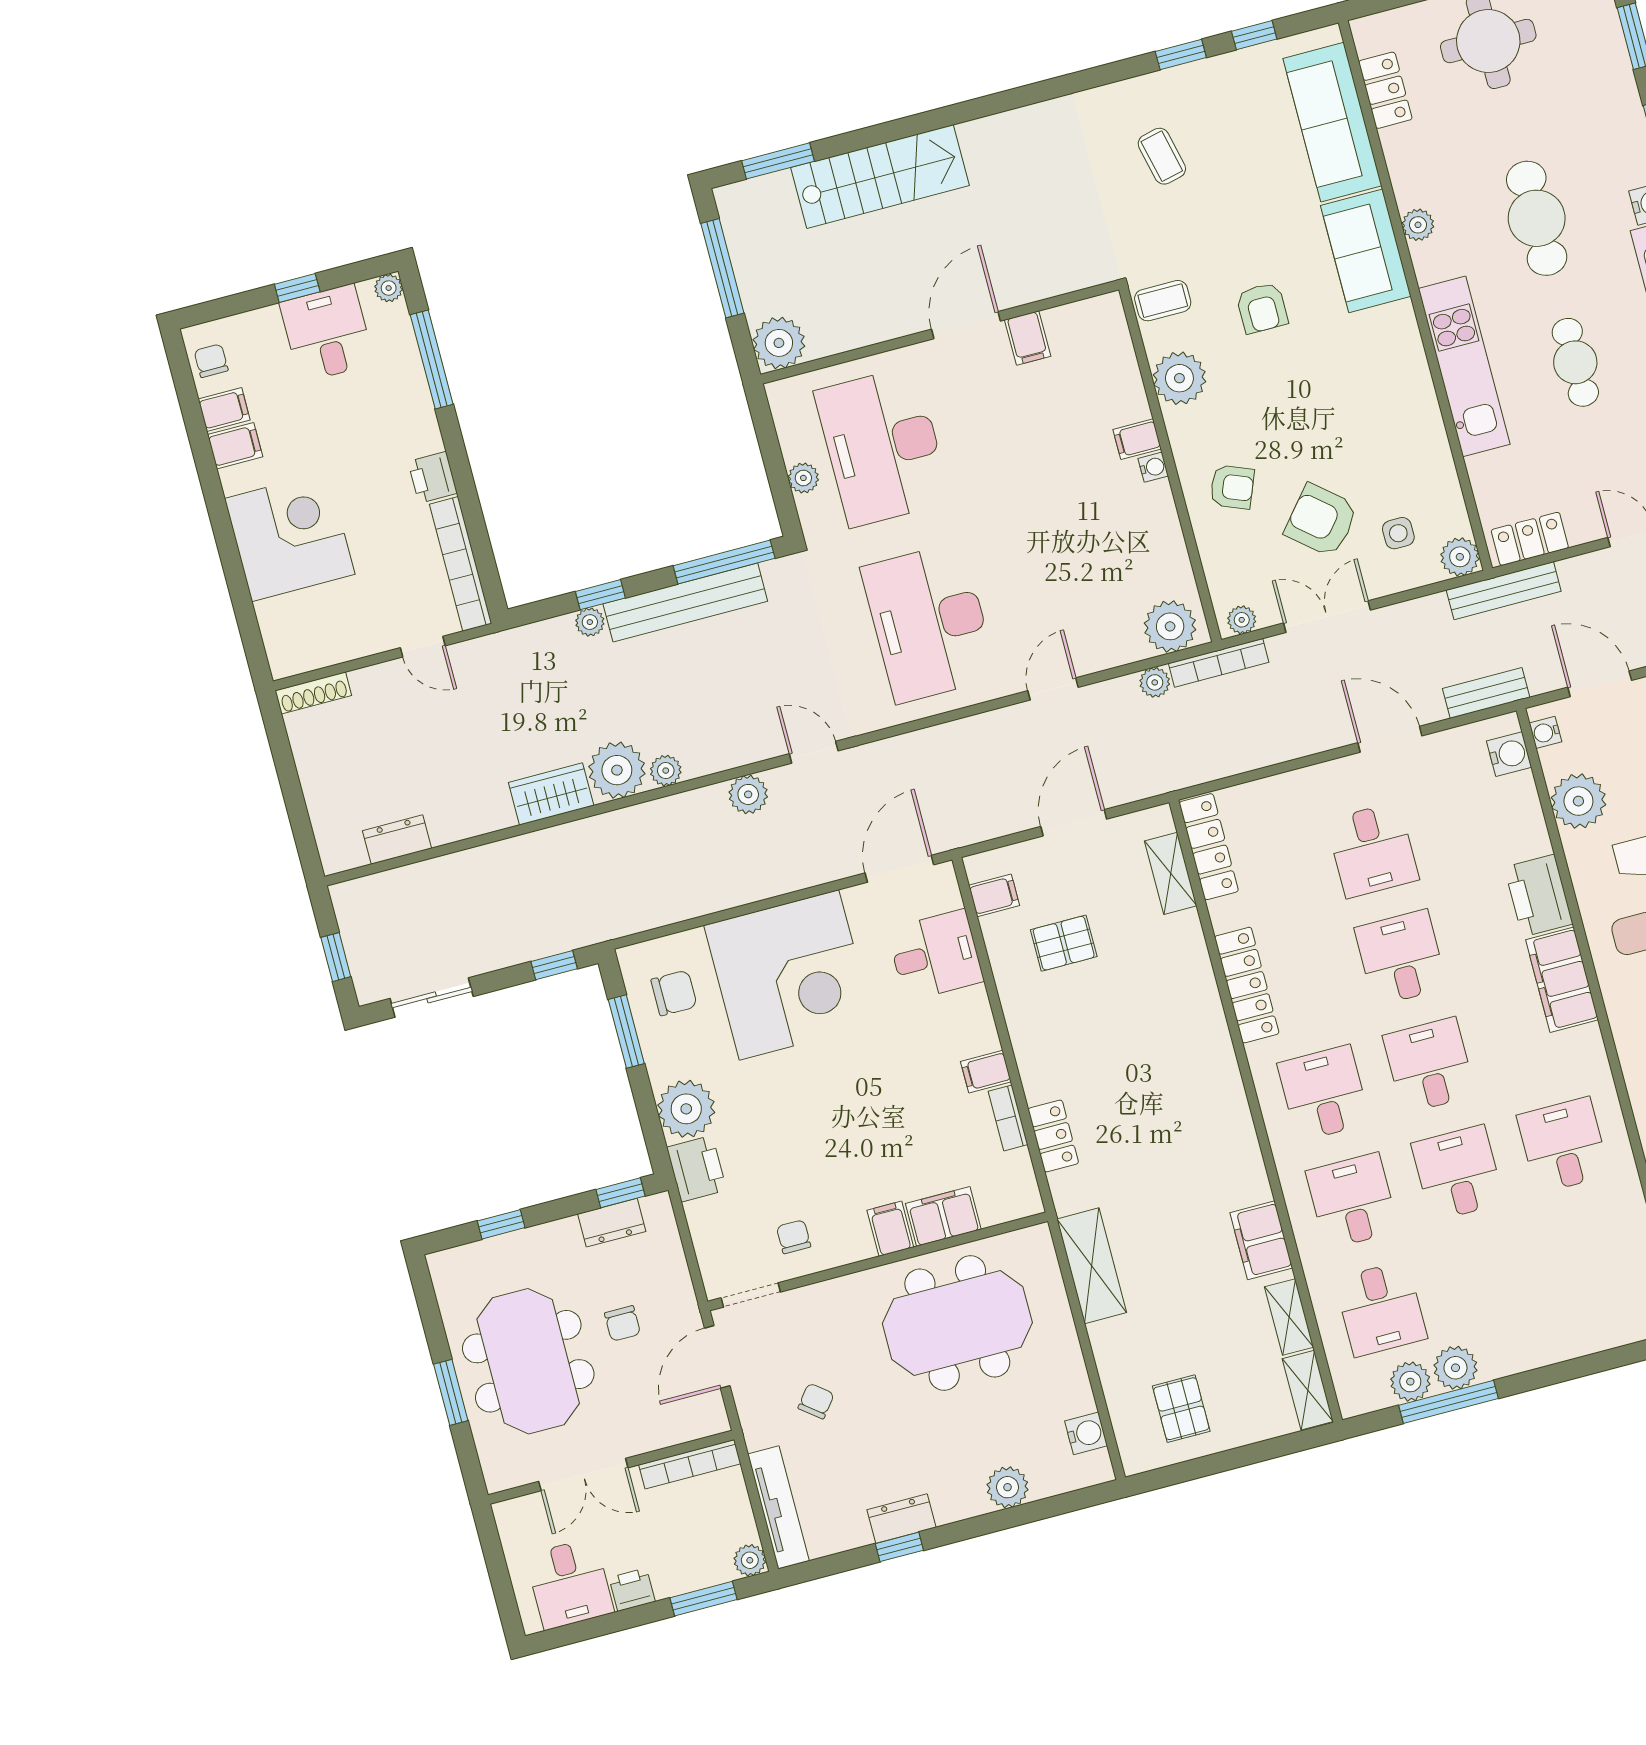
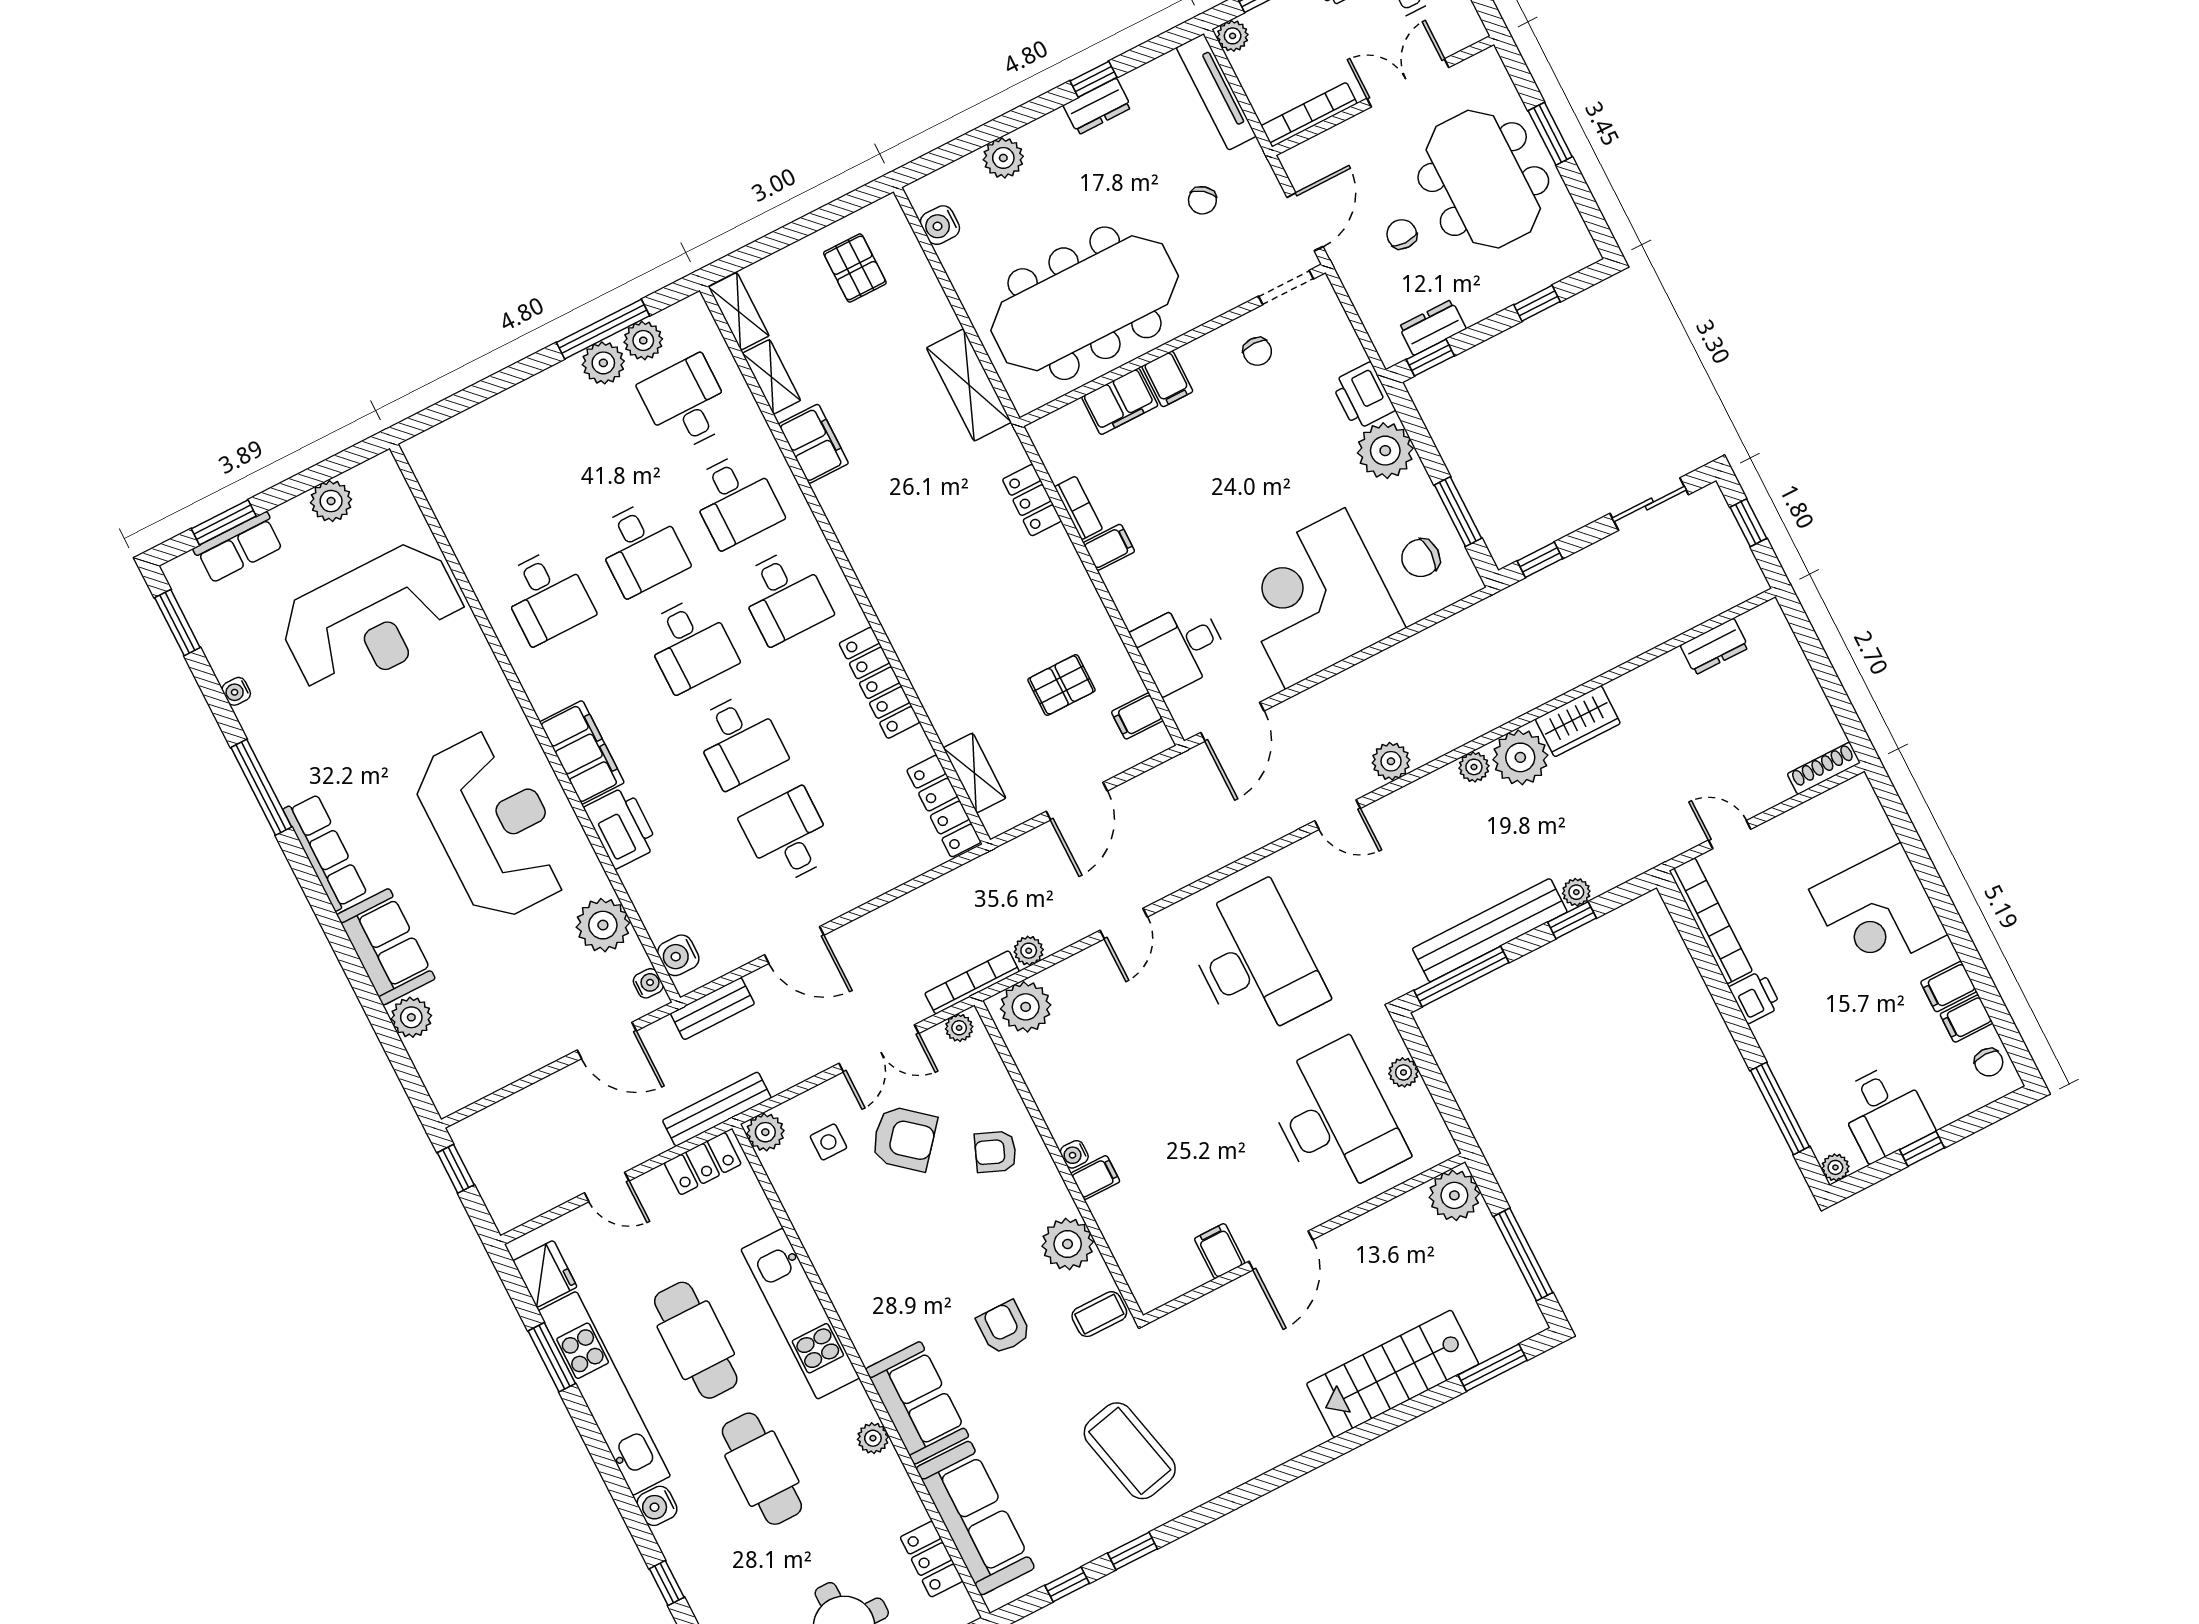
coffee table: (1162, 156) -> (1130, 1451), width x1.86, depth x1.72
cafe table: (1575, 362) -> (696, 1340), width x1.37, depth x1.35
meeting table: (957, 1323) -> (1085, 303), width x1.36

